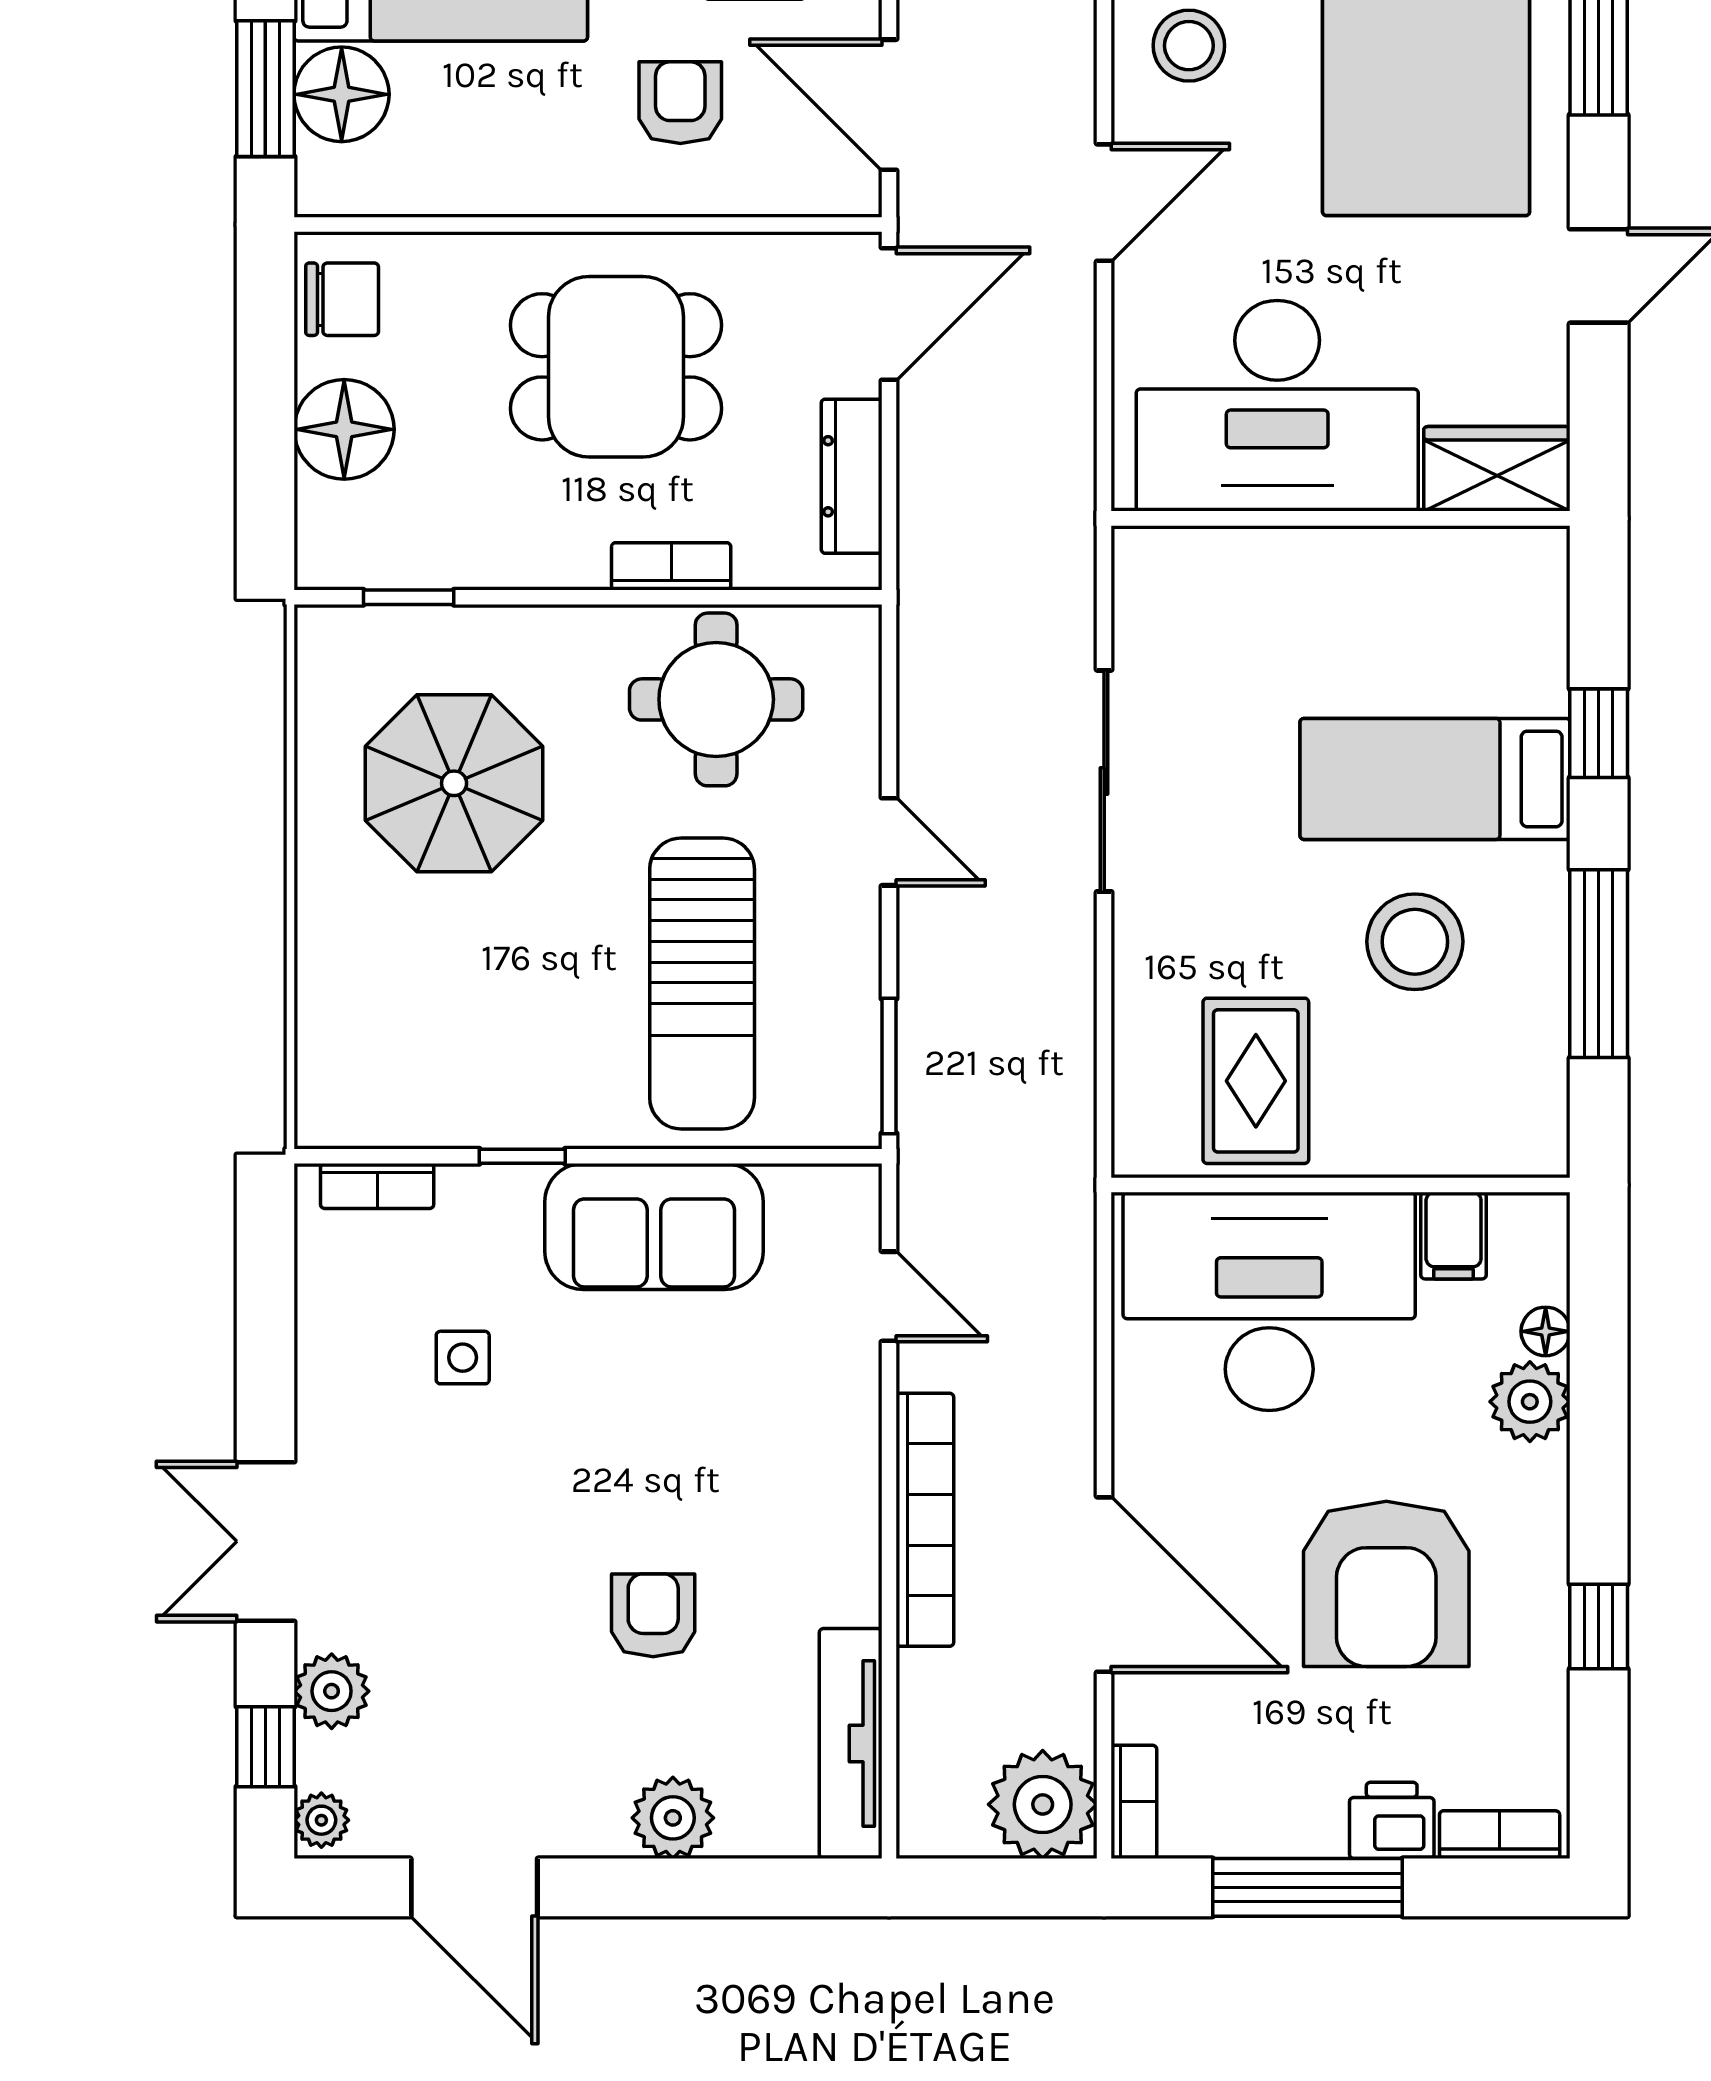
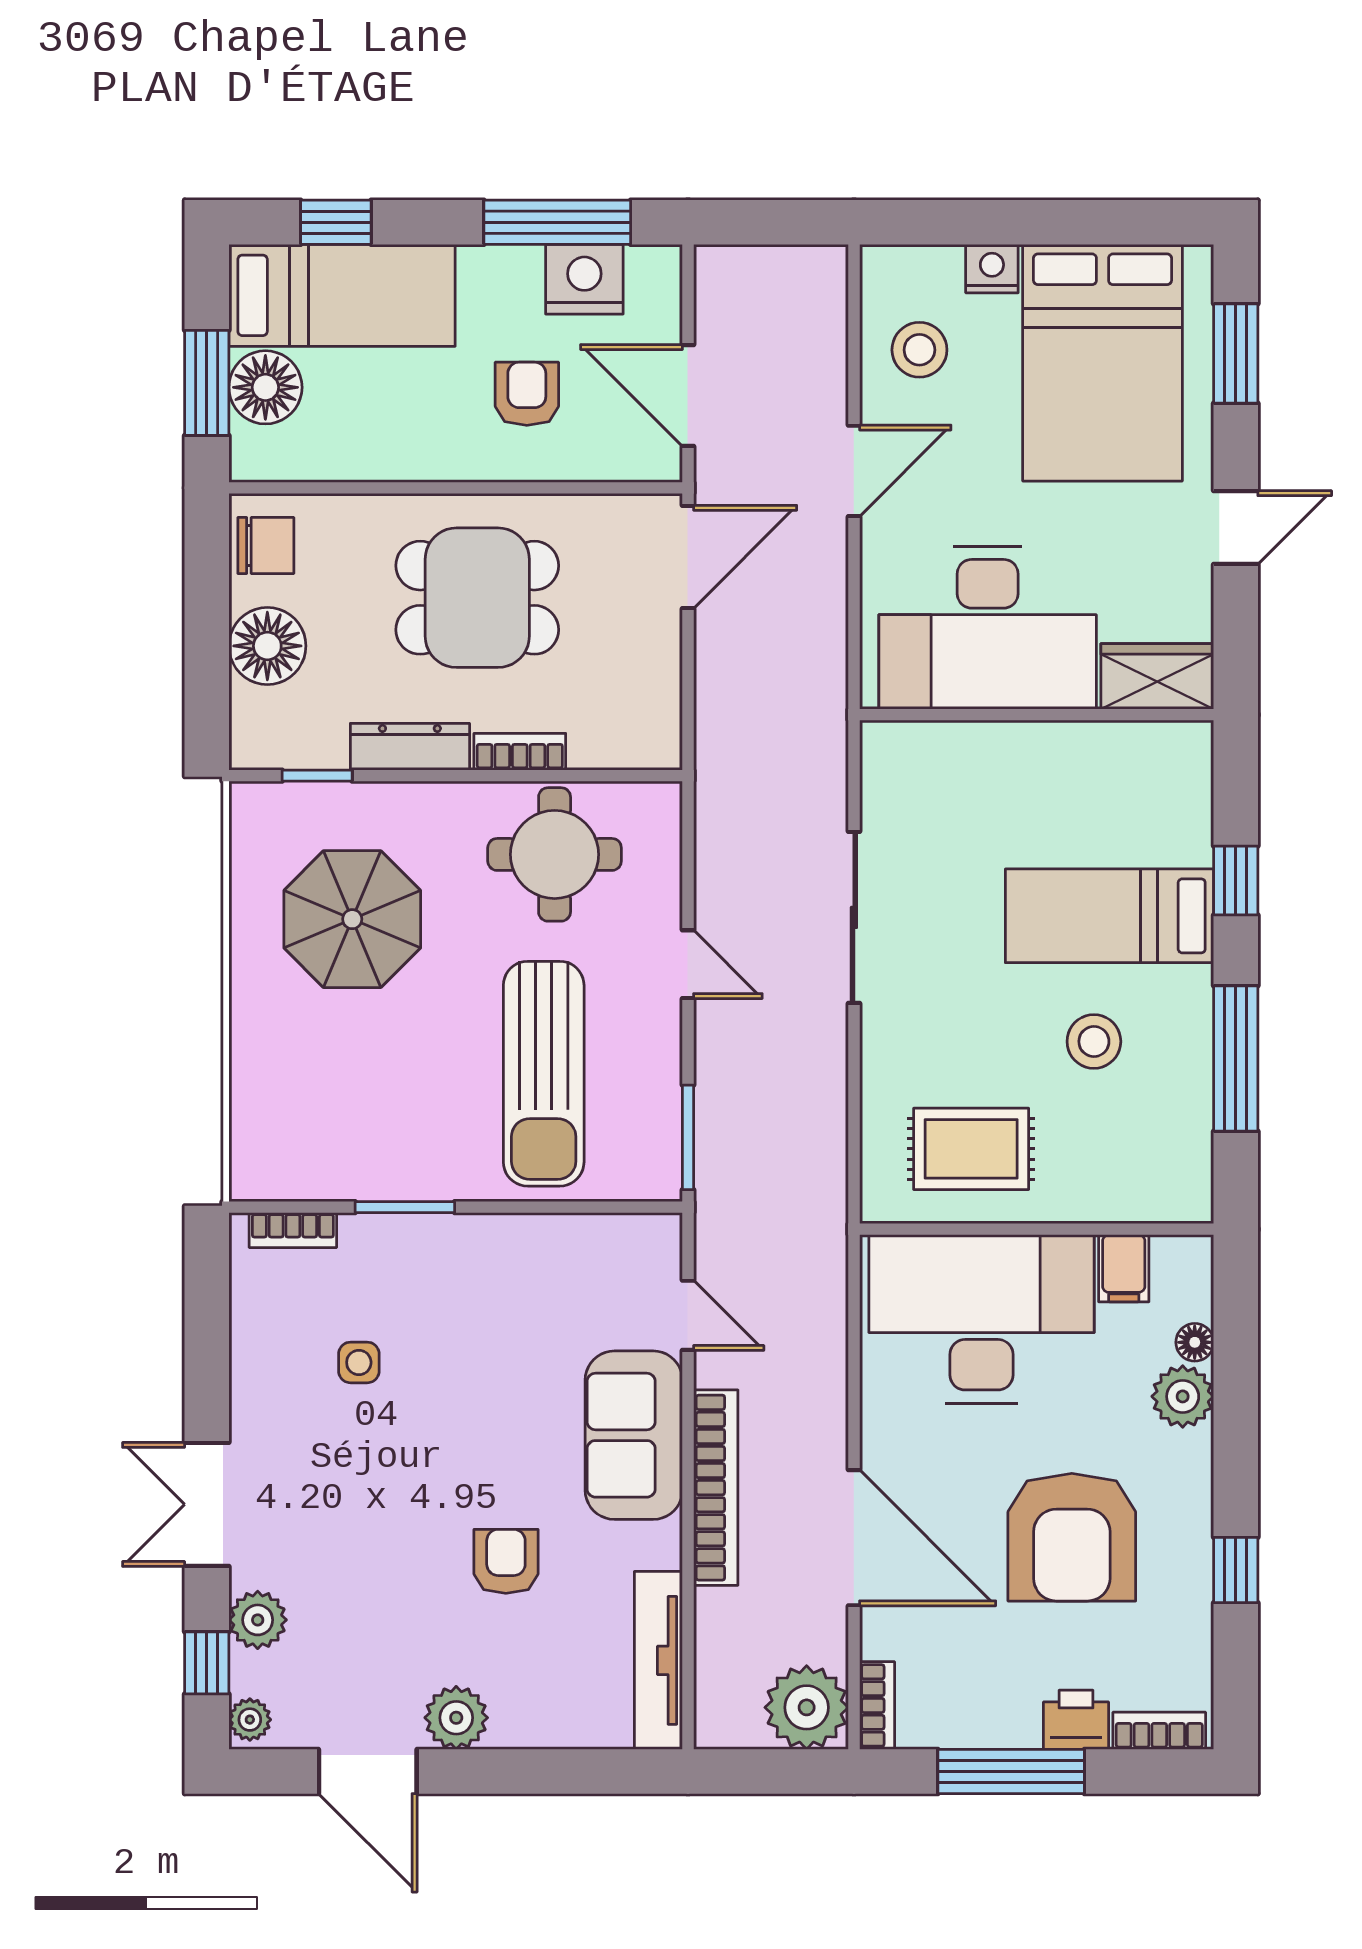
dresser: (852, 476) -> (410, 747), moved, turned 90
stool: (1415, 942) -> (1094, 1041), width x0.73, depth x0.73
rug: (1256, 1081) -> (971, 1149), turned 90
window: (522, 1156) -> (405, 1207), width x1.50
sofa: (654, 1227) -> (634, 1435), moved, turned 90
plant: (673, 1818) -> (456, 1718), moved

